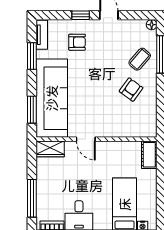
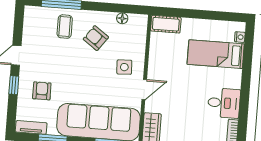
floor lamp: (152, 25) -> (122, 18), moved
coffee table: (140, 59) -> (65, 27), turned 49
side table: (106, 119) -> (124, 67), added

